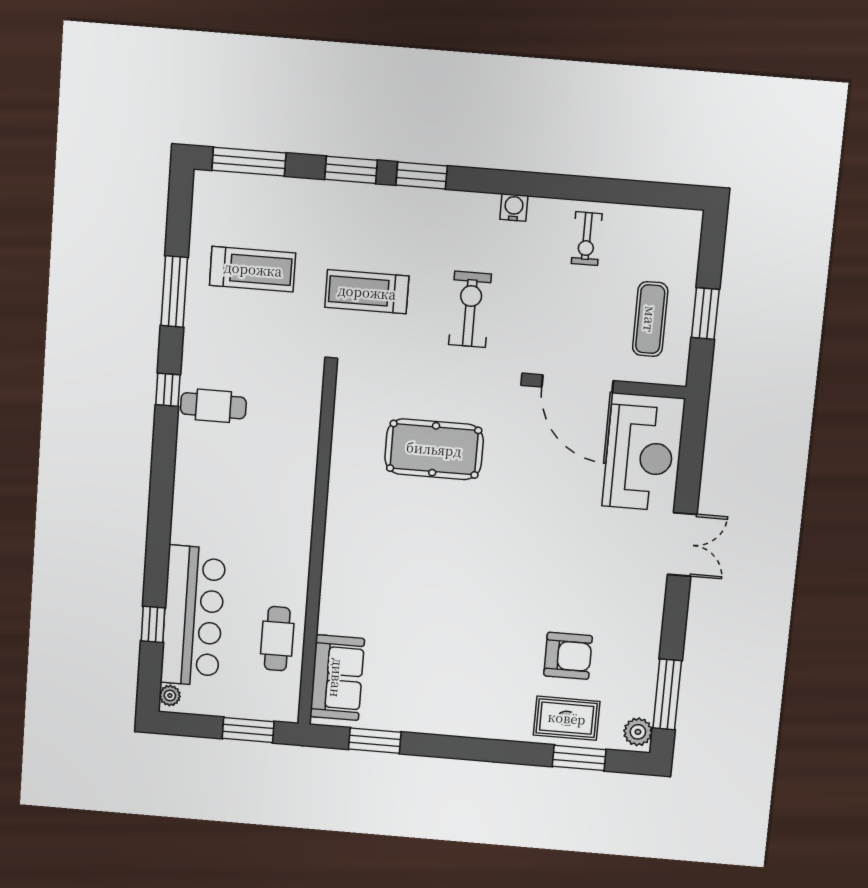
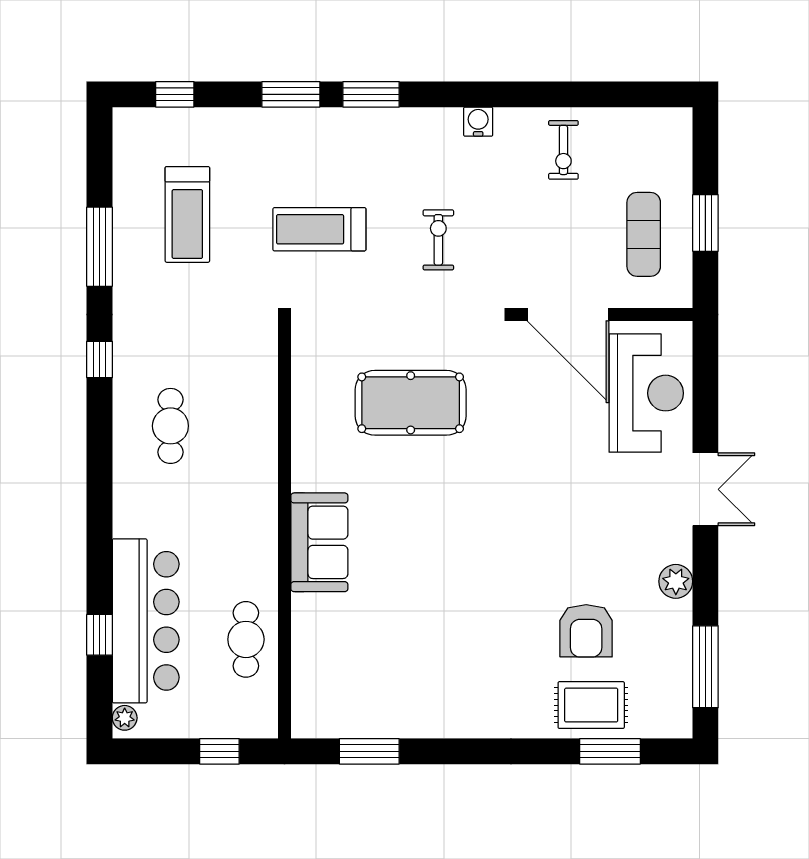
window: (249, 162) -> (175, 94), width x0.46
treadmill: (253, 269) -> (187, 214), turned 90
exercise bike: (470, 309) -> (438, 240), width x0.73, depth x0.72
cafe table: (213, 406) -> (170, 426), moved, turned 90
armchair: (568, 656) -> (586, 631), turned 90
sofa: (337, 678) -> (319, 542), moved
window: (248, 730) -> (219, 751), width x0.67
plant: (638, 732) -> (676, 581), moved

